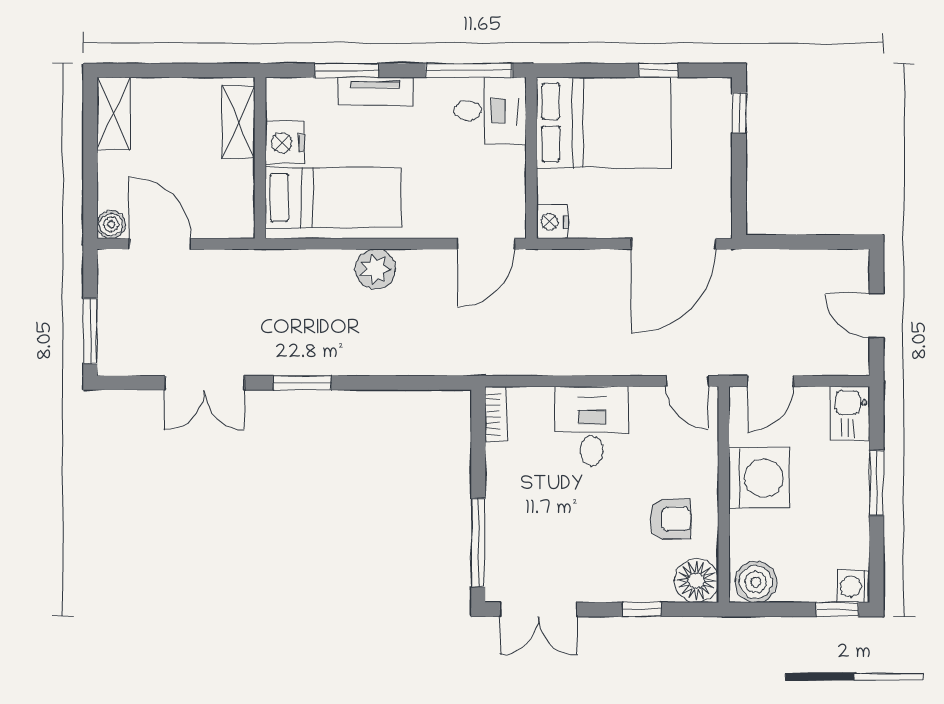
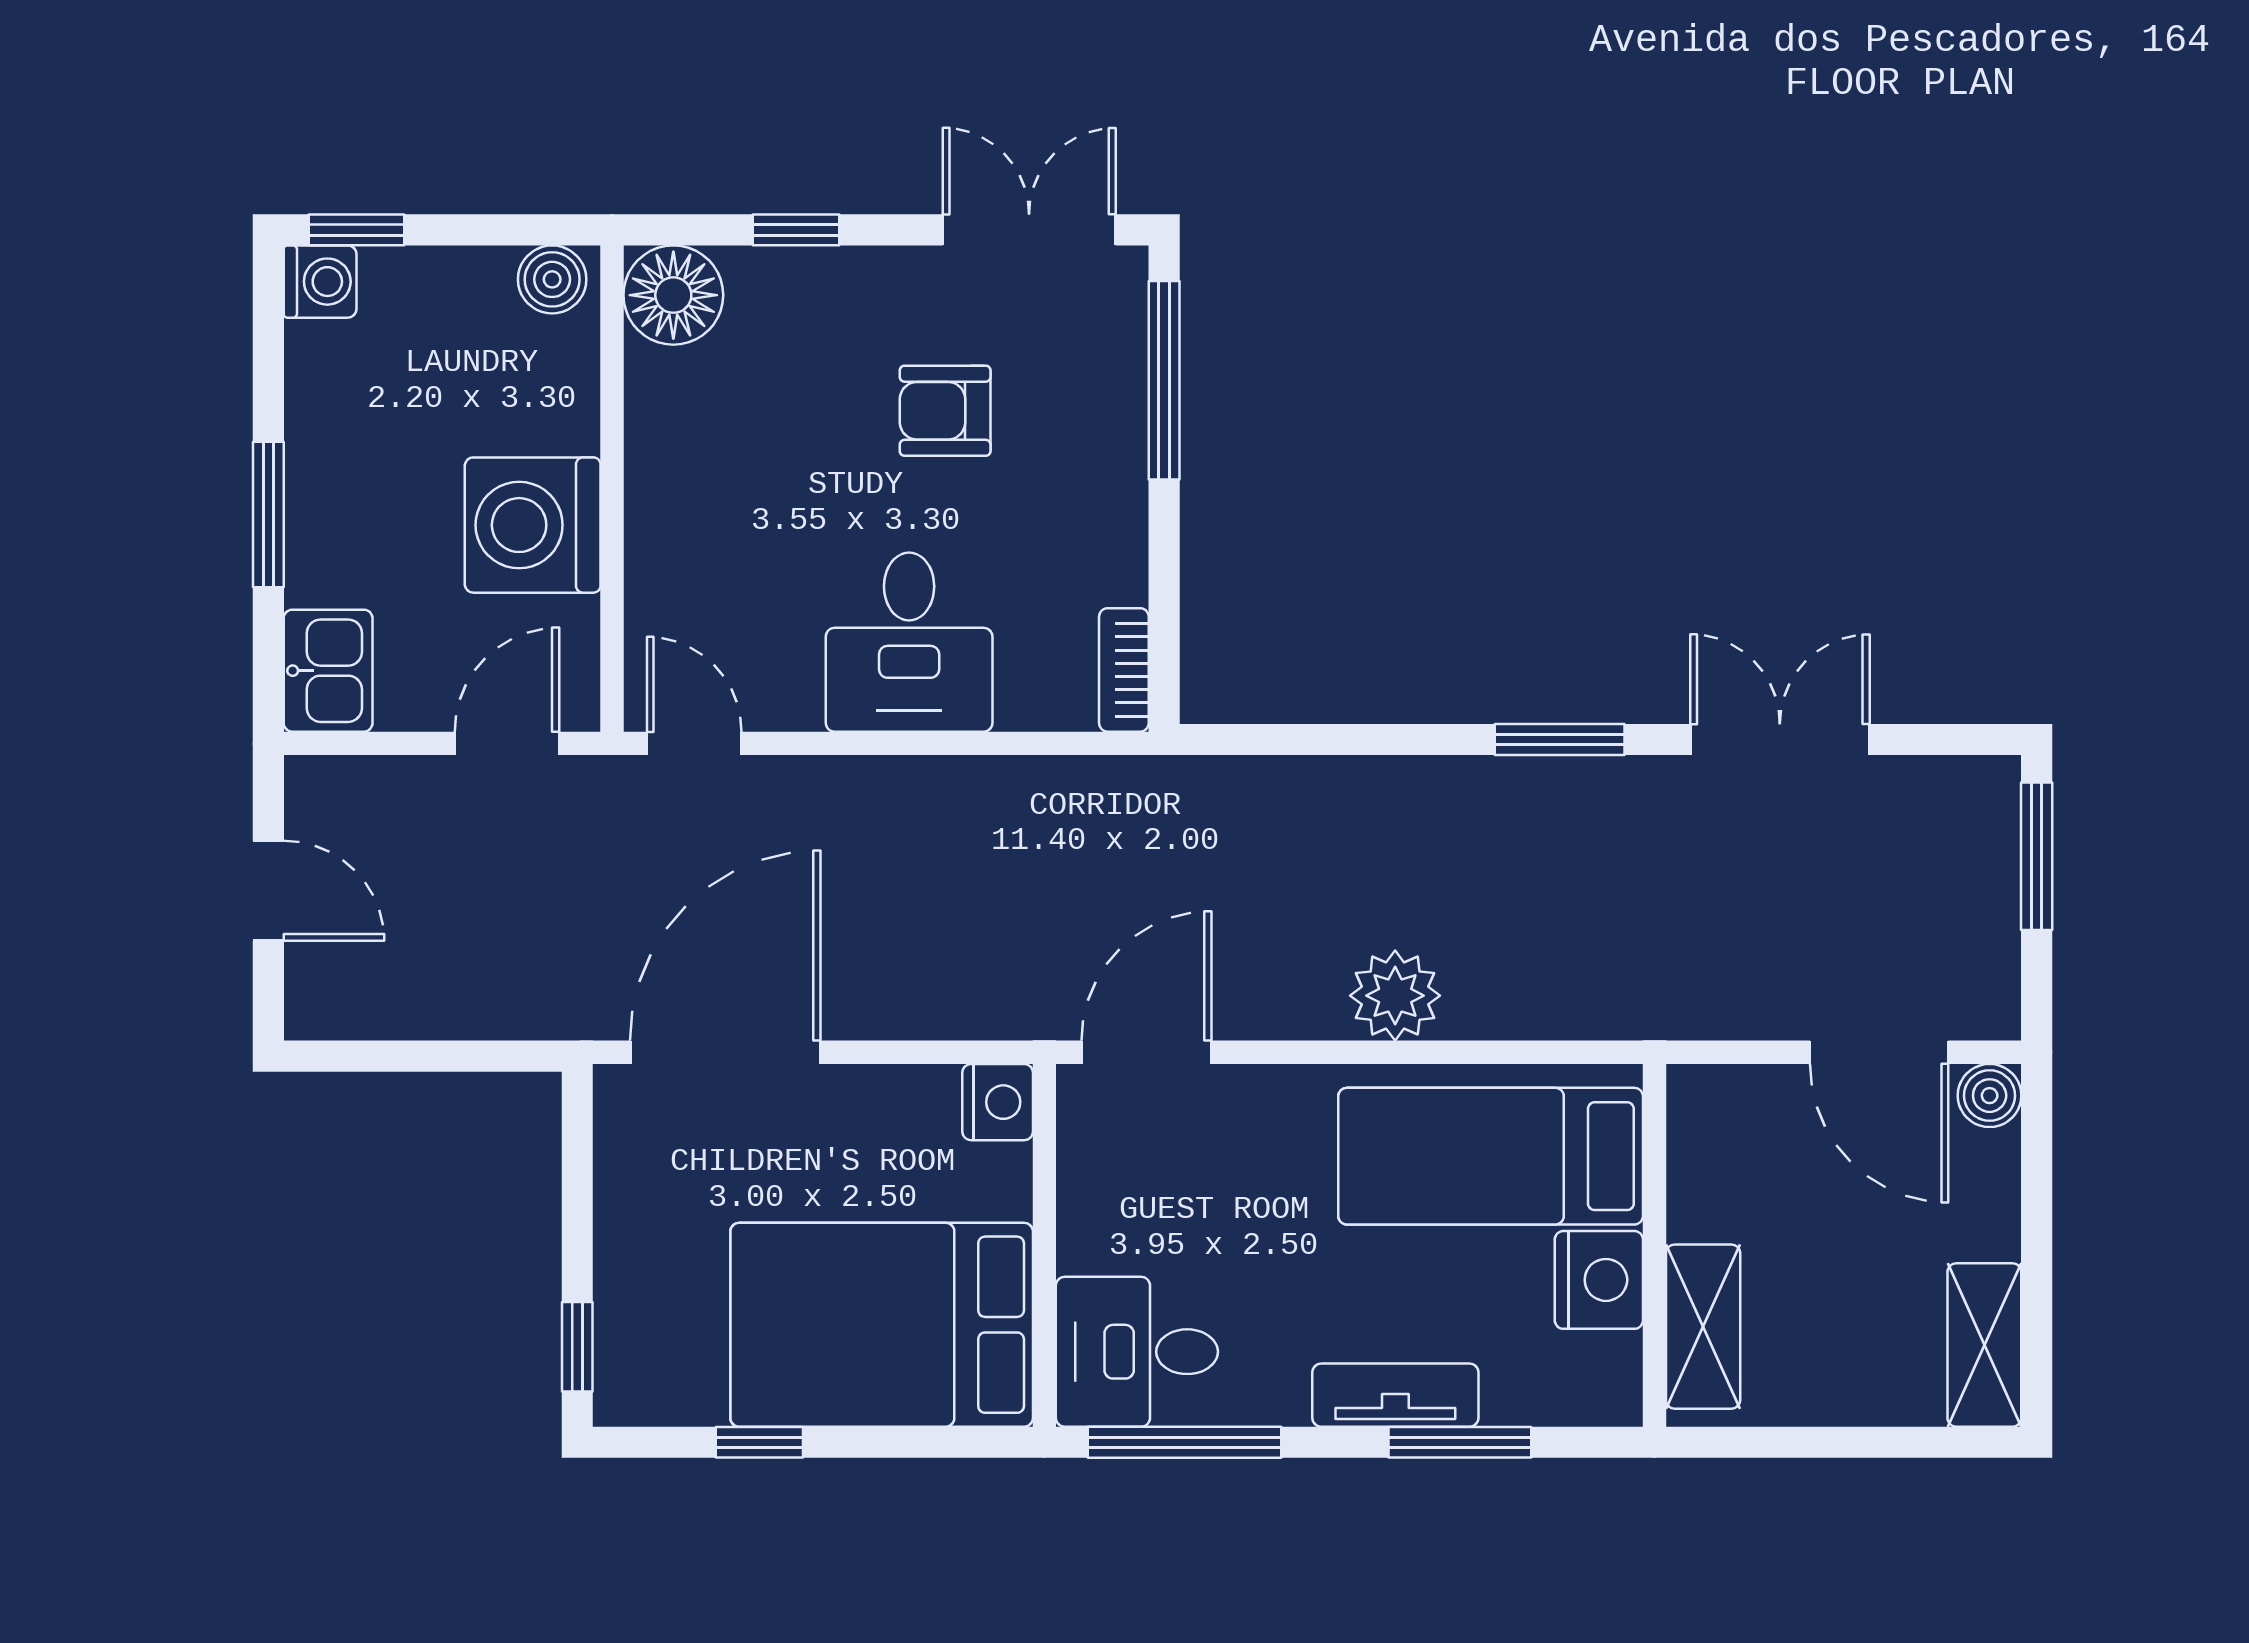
armchair: (670, 519) -> (945, 411), moved
boiler: (756, 582) -> (552, 279), width x0.73, depth x0.73

